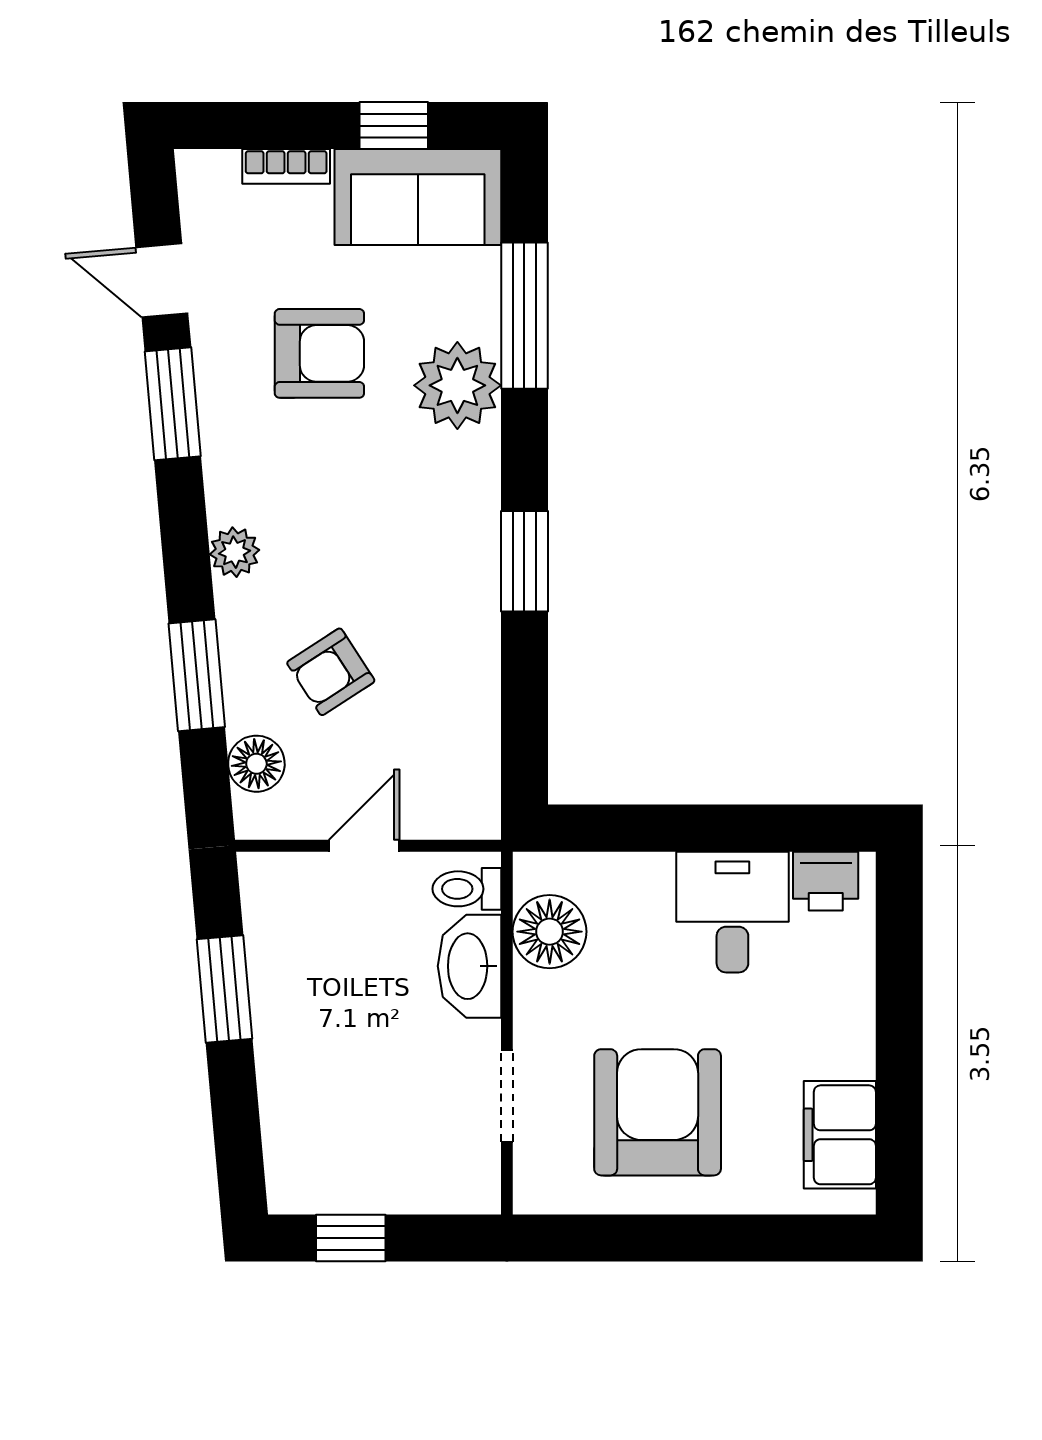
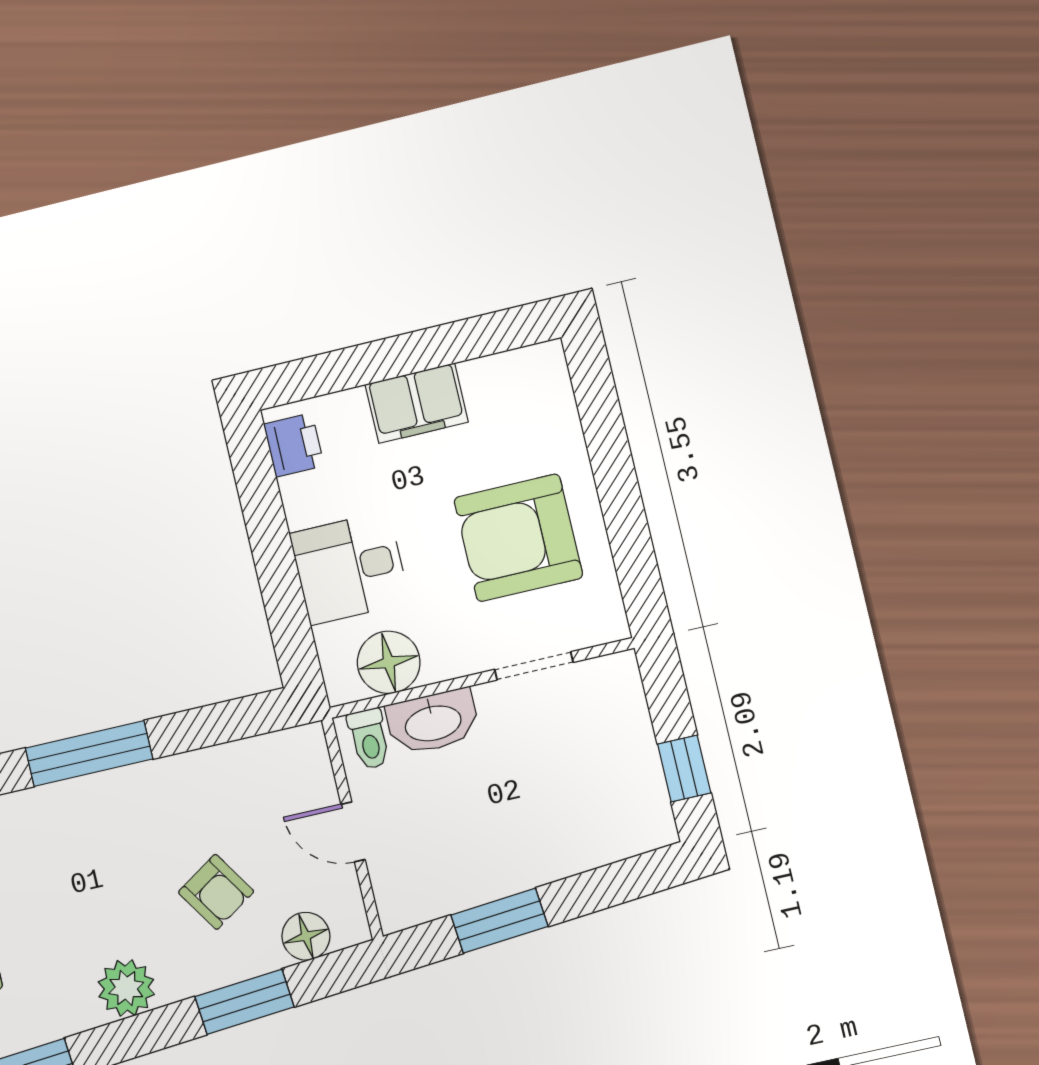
plant: (235, 552) -> (126, 988), width x1.38, depth x1.38
window: (524, 561) -> (89, 754), width x1.44
desk: (732, 912) -> (350, 568), moved
filing cabinet: (840, 1135) -> (417, 403), moved

